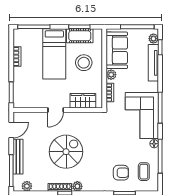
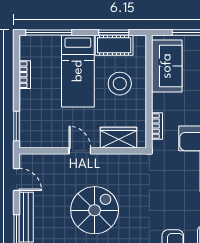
plant: (111, 75) -> (159, 101), removed
door: (56, 110) -> (80, 151), swing flipped
door: (11, 130) -> (16, 179), hinge flipped

